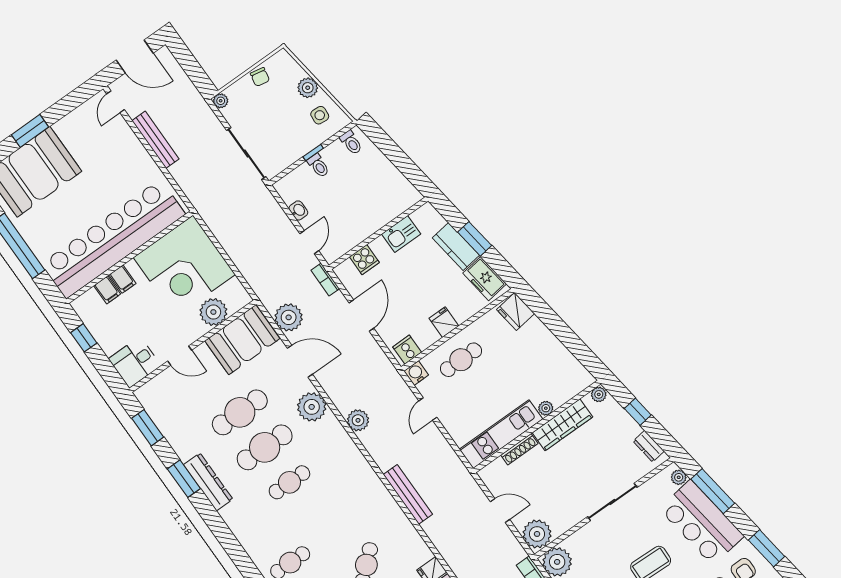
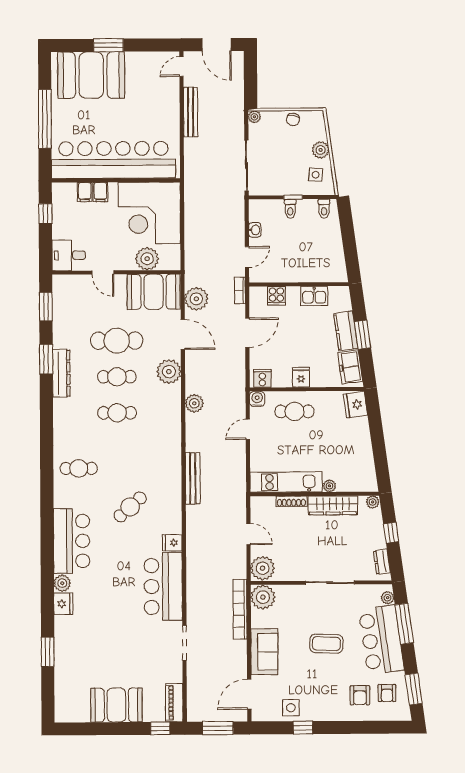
cafe table: (265, 447) -> (117, 377), width x0.73, depth x0.74

